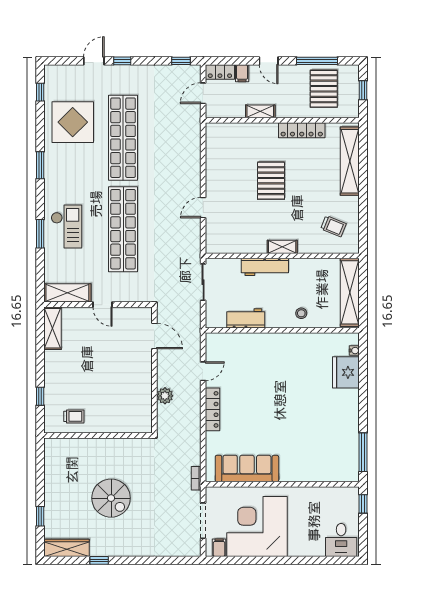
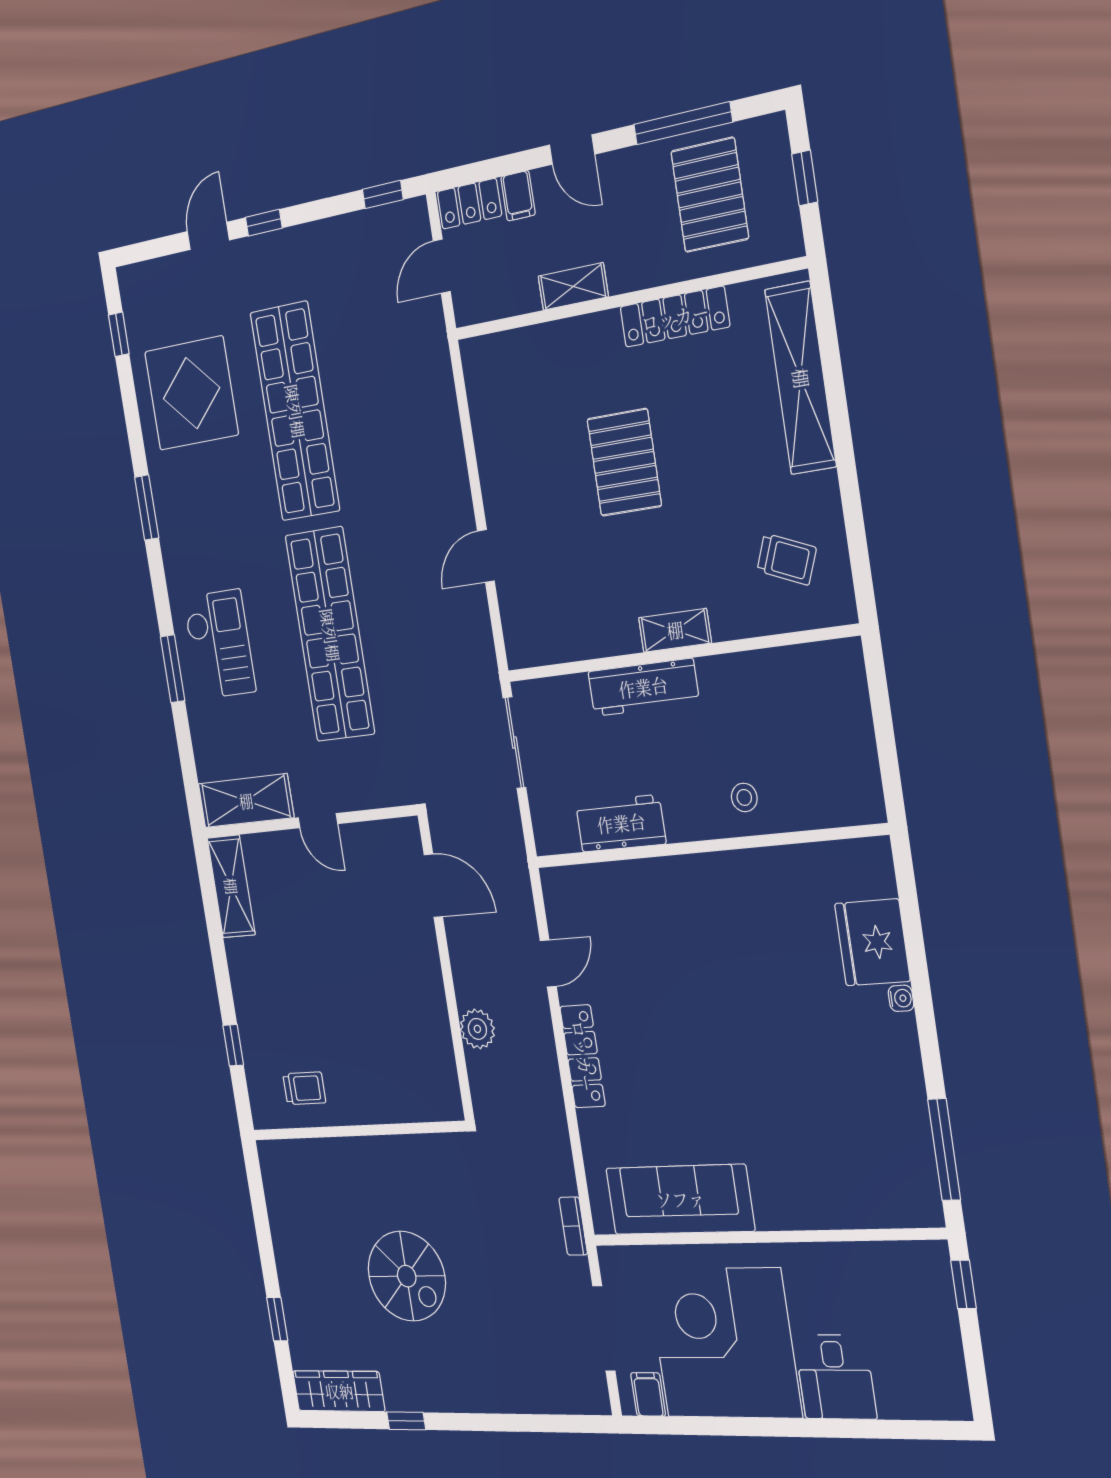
shelving: (350, 292) -> (851, 730), removed
water cooler: (354, 351) -> (901, 998), moved
desk: (341, 540) -> (835, 1377), moved

